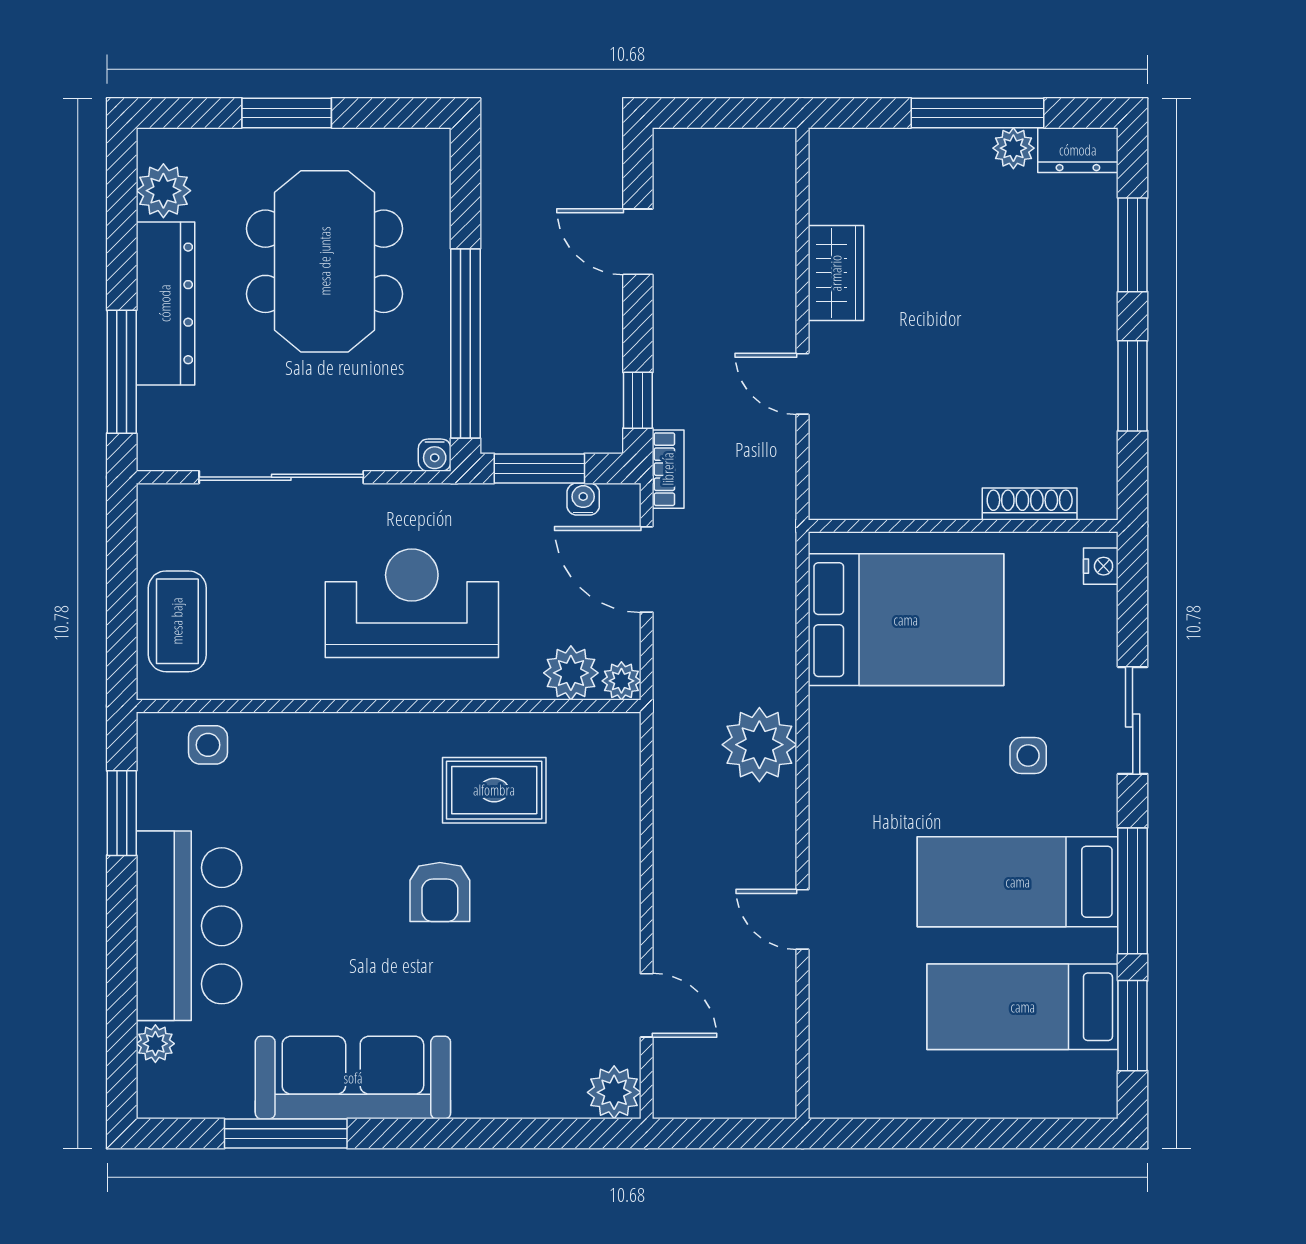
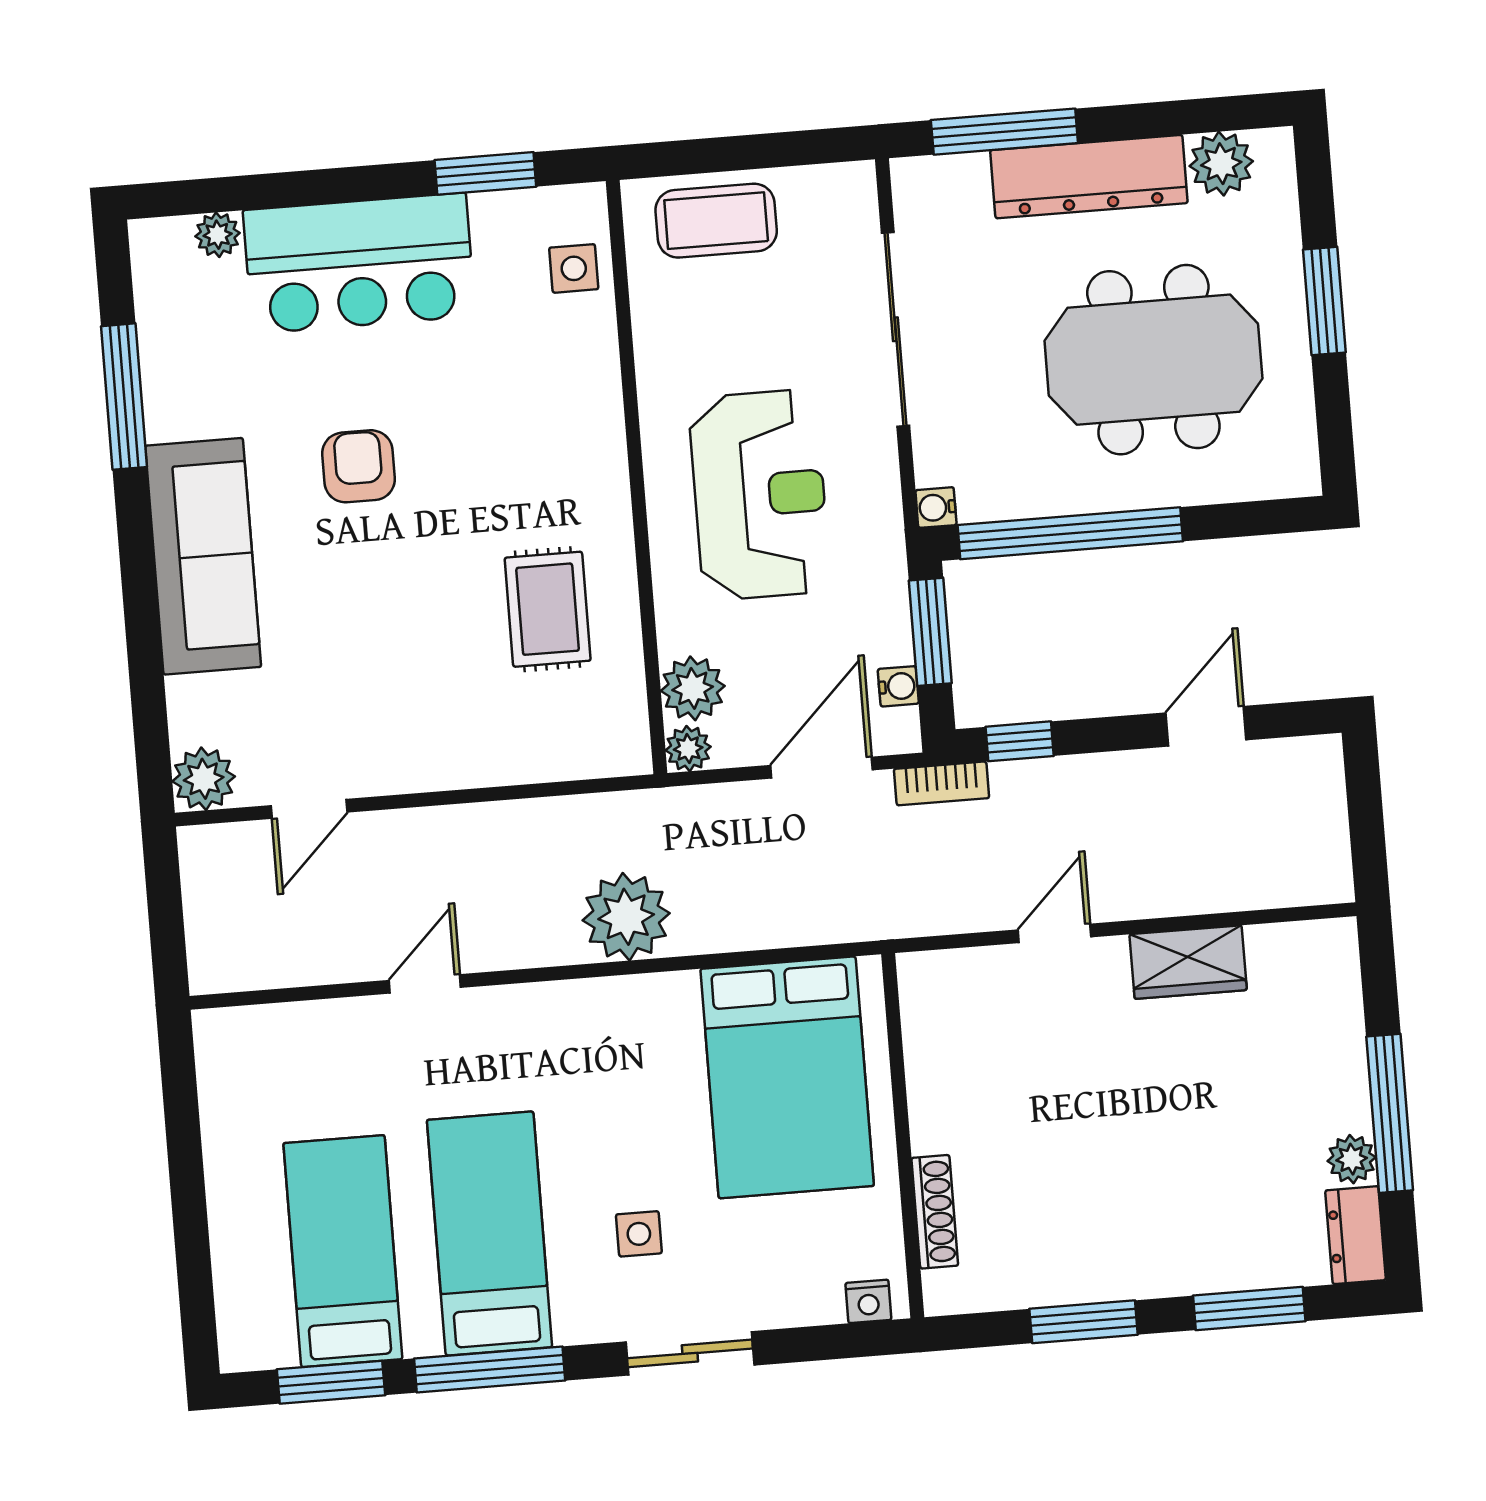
armchair: (440, 892) -> (358, 466), moved, turned 90
sofa: (353, 1078) -> (203, 556), moved

